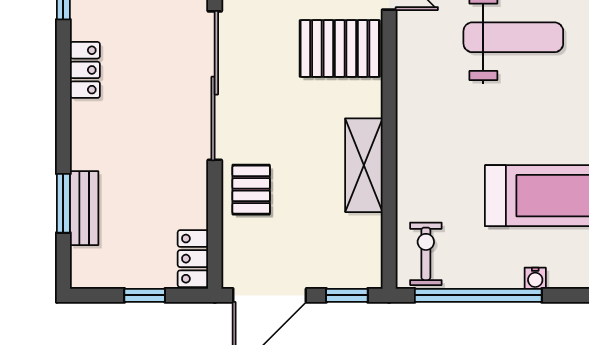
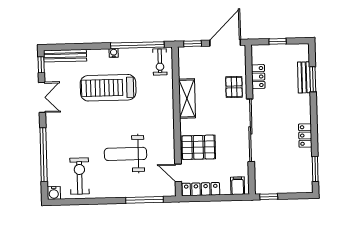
locker: (193, 259) -> (258, 77), moved

